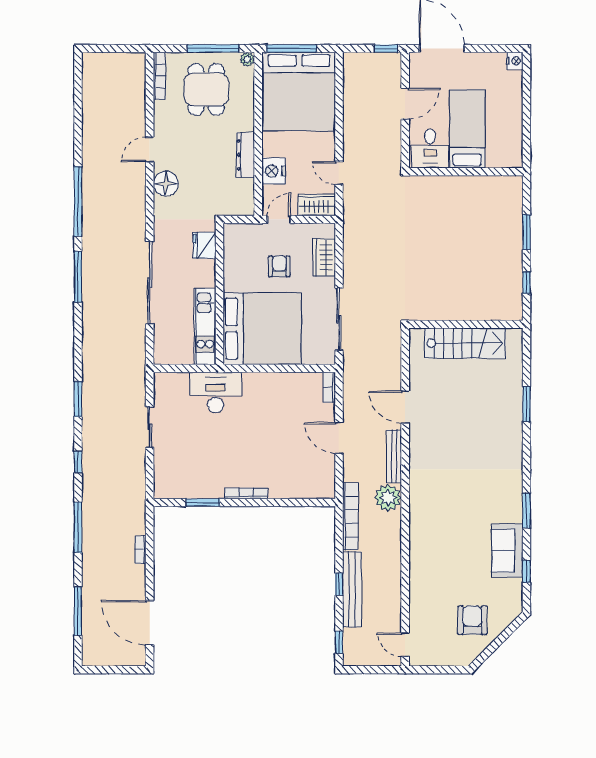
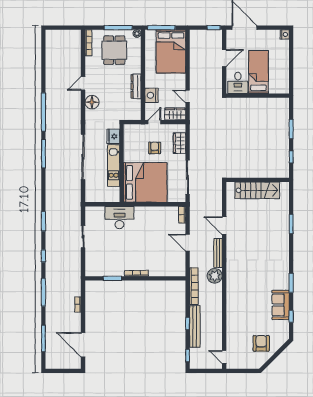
bed: (299, 92) -> (171, 51), width x0.73
kitchen unit: (205, 326) -> (114, 166), moved

